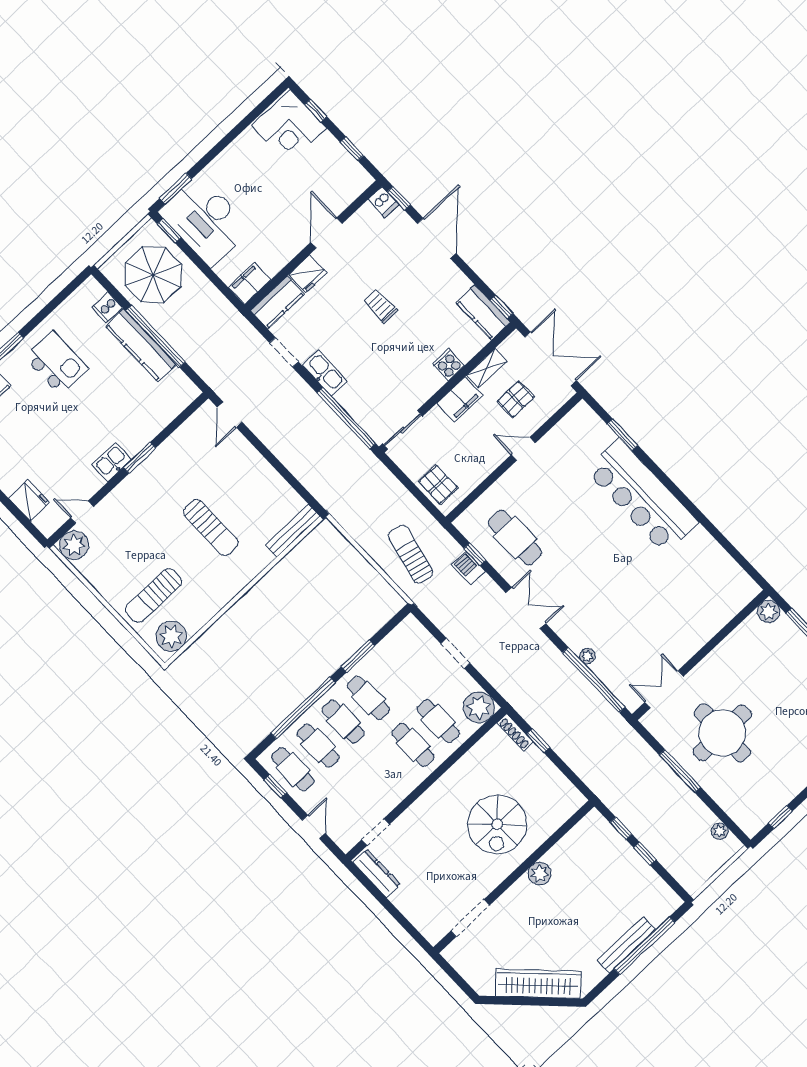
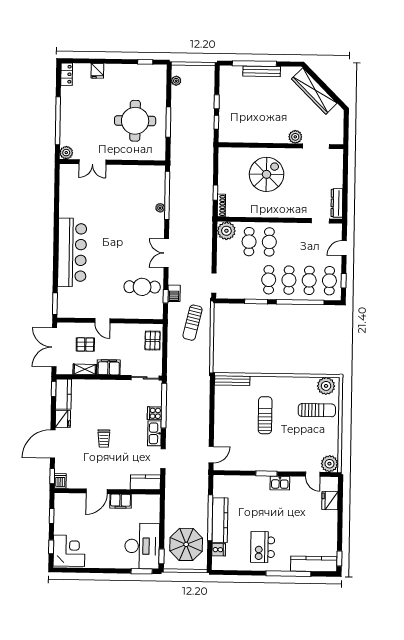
fridge: (308, 274) -> (63, 419), moved, turned 90
filing cabinet: (249, 283) -> (121, 501), moved
cooker: (448, 365) -> (154, 413), moved, turned 90
window: (622, 435) -> (55, 304), moved
cafe table: (515, 538) -> (142, 287), turned 90
doorway: (455, 653) -> (214, 283), moved
double door: (664, 689) -> (92, 162), moved
plant: (540, 874) -> (295, 137), moved

